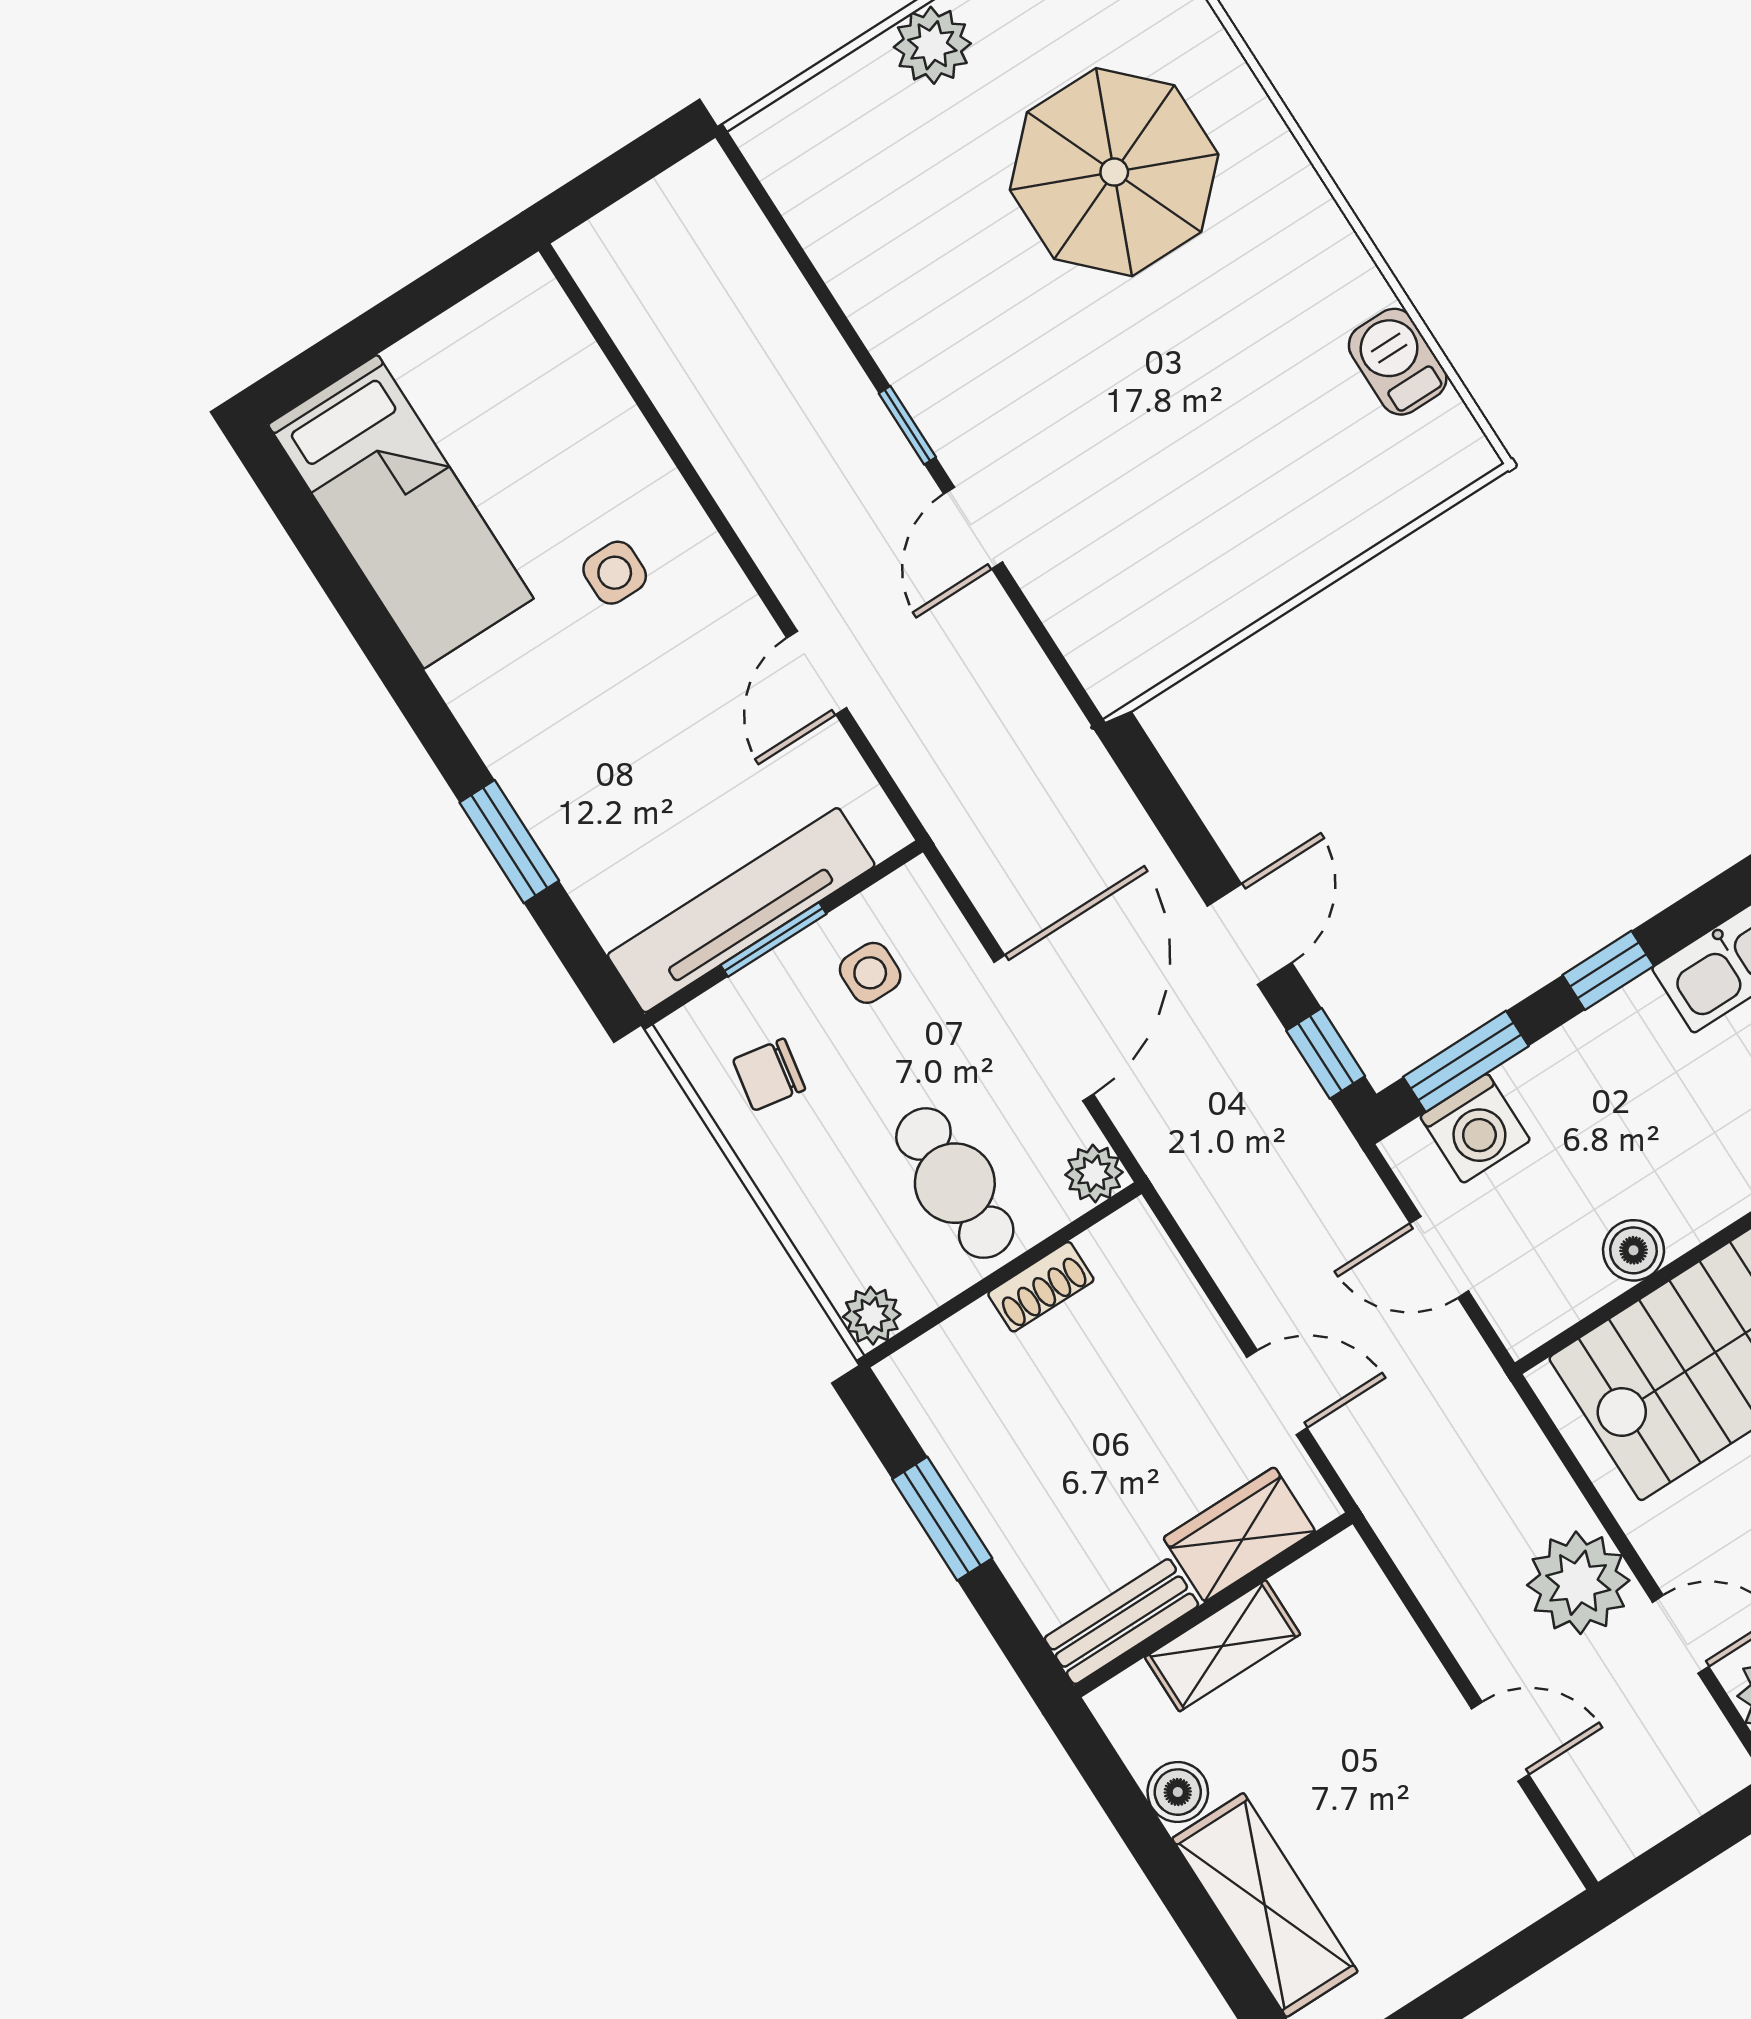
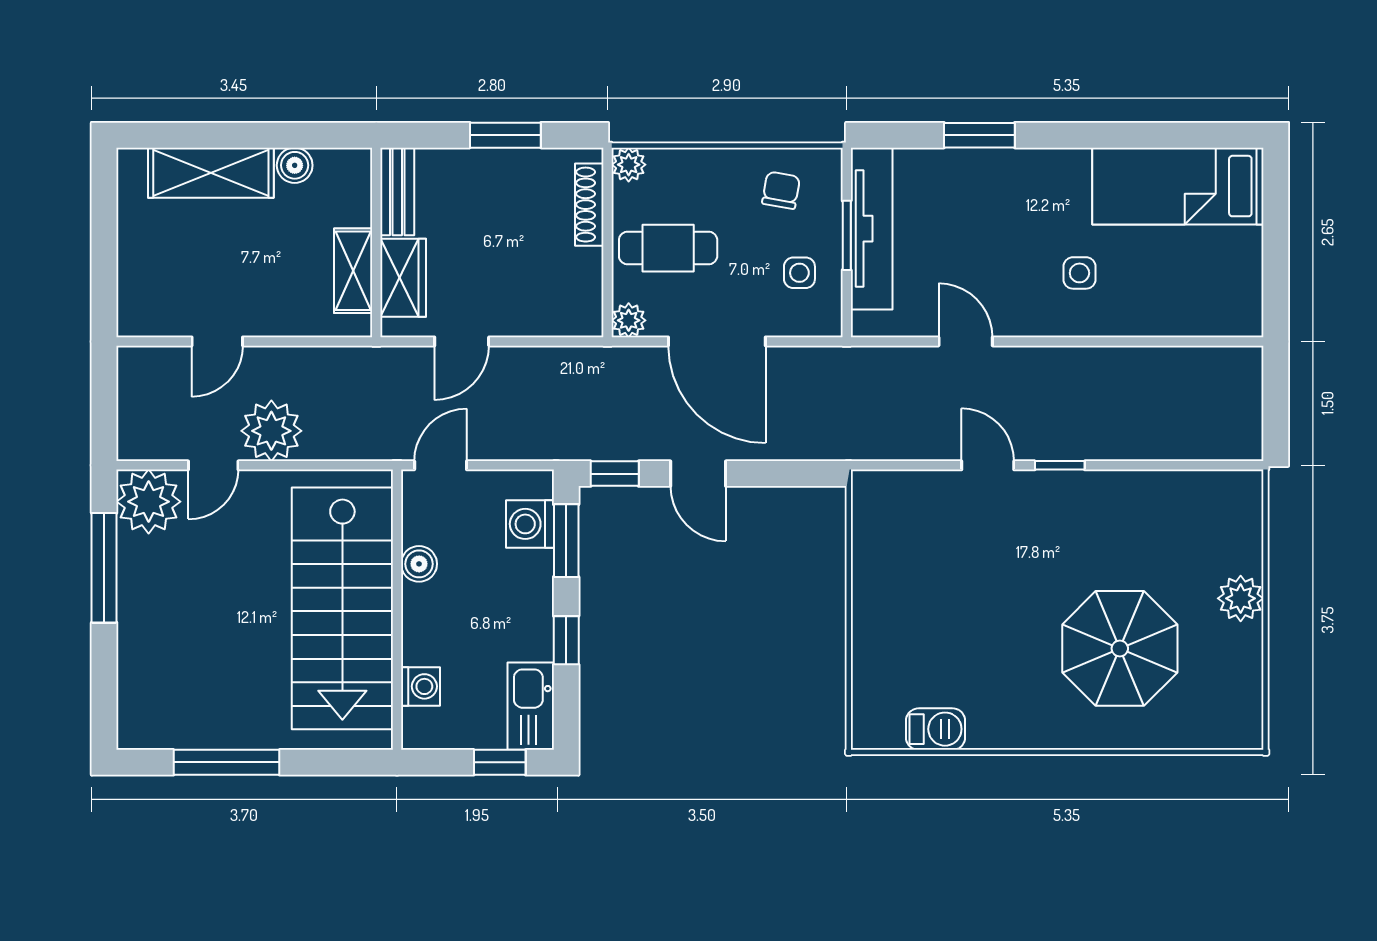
door: (1439, 1257) -> (441, 465), moved
shoe rack: (1041, 1287) -> (589, 205), moved, width x1.43
shelving: (1222, 1646) -> (353, 271), moved

